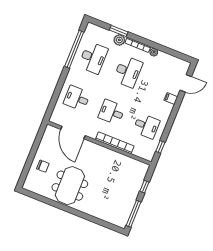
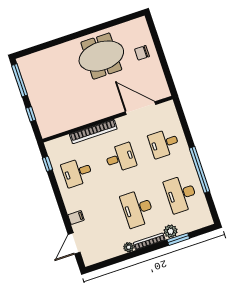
window: (74, 49) -> (200, 170), moved
desk: (77, 98) -> (164, 143), turned 180
meeting table: (70, 186) -> (101, 56), turned 90

